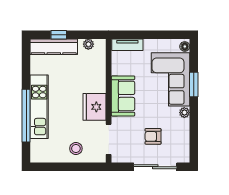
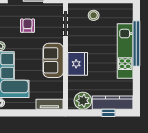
plant: (88, 44) -> (83, 101), width x1.88, depth x1.88
fridge: (94, 107) -> (78, 64), moved
armchair: (153, 136) -> (27, 26), turned -90

